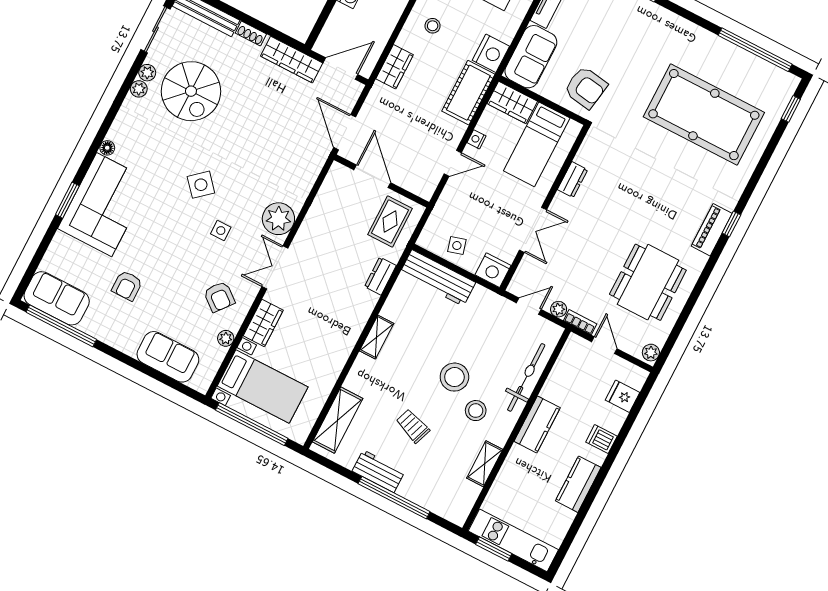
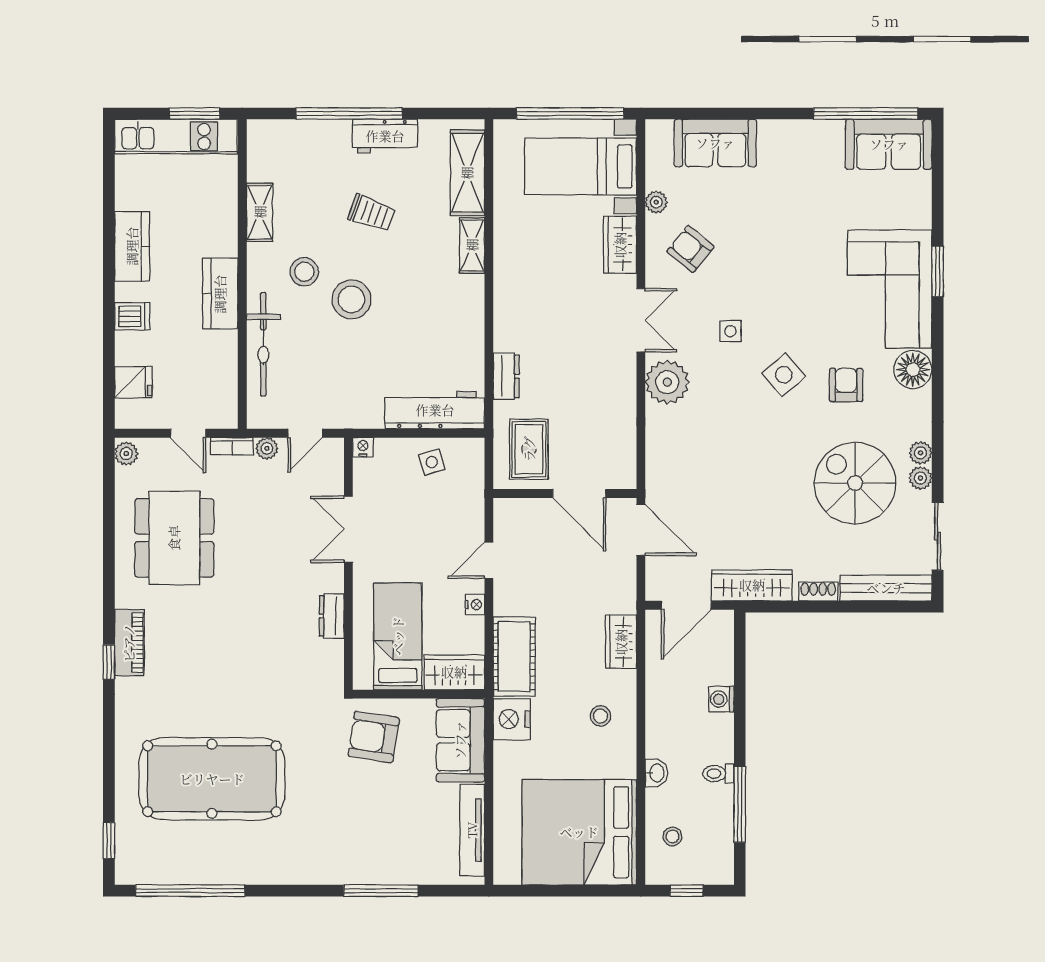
floor lamp: (107, 148) -> (913, 370), width x1.89, depth x1.89
nightstand: (493, 270) -> (363, 447), width x0.53, depth x0.56
armchair: (127, 286) -> (846, 385), moved
shelving: (377, 337) -> (472, 245), moved

